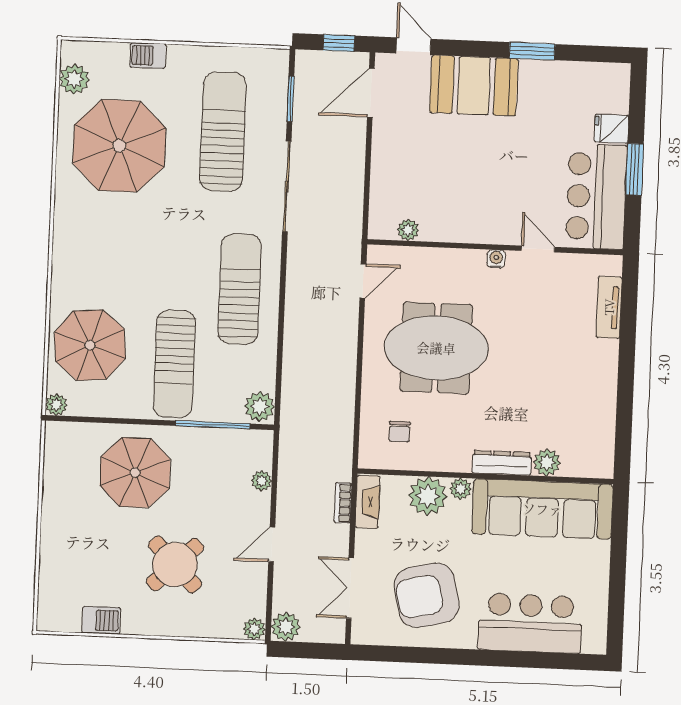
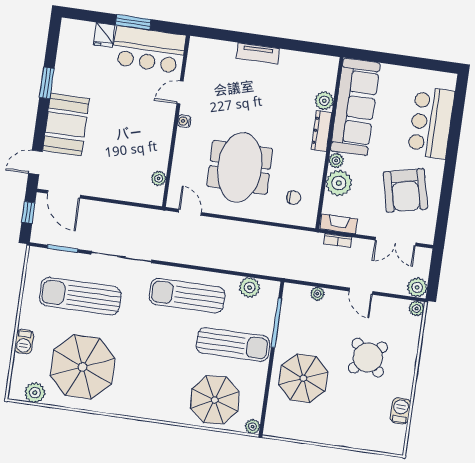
tv unit: (609, 307) -> (258, 53), moved
plant: (260, 407) -> (250, 287), moved

